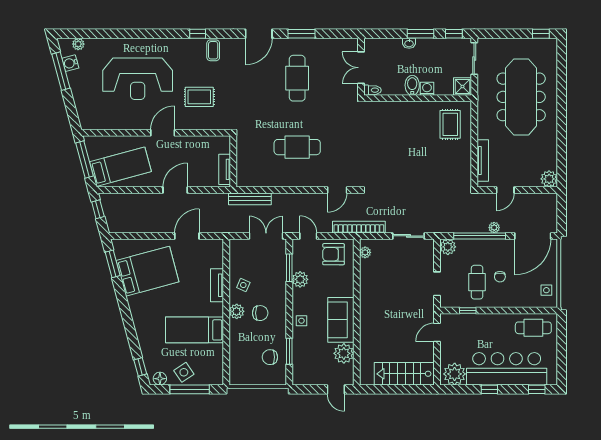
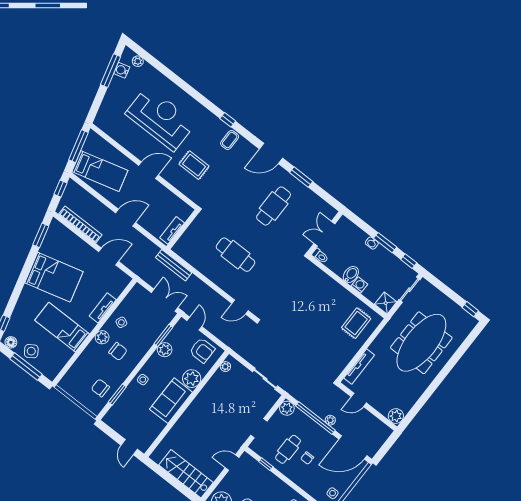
reception desk: (138, 79) -> (161, 118), turned 180
bookcase: (359, 227) -> (80, 224), moved
armchair: (334, 254) -> (202, 350), turned 180
bed: (148, 271) -> (54, 277), moved
plant: (344, 353) -> (192, 379), moved

